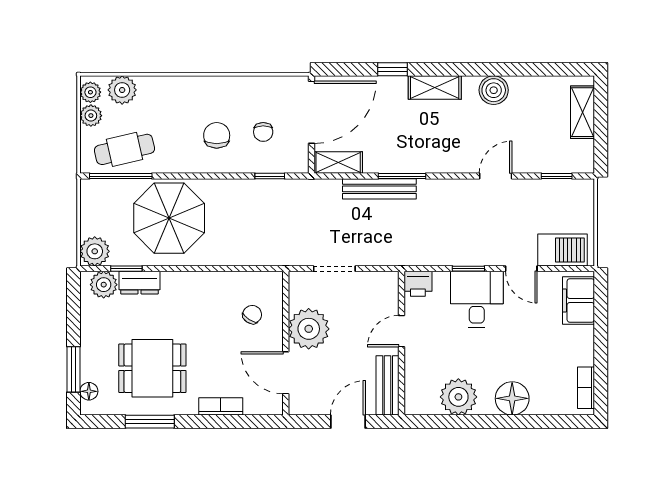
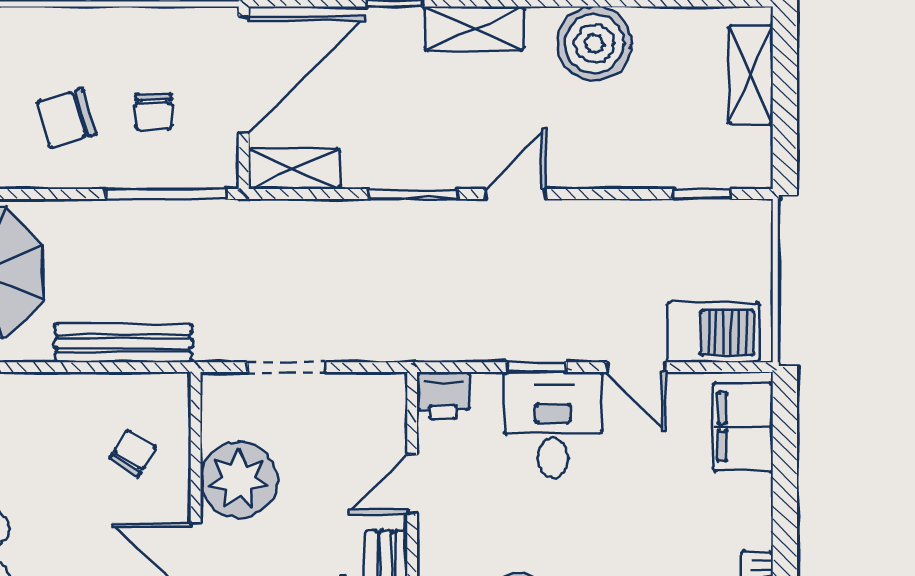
boiler: (494, 90) -> (594, 43), width x1.37, depth x1.37
chair: (217, 135) -> (67, 118), turned -106
window: (270, 176) -> (166, 194), width x2.17
door: (496, 176) -> (516, 194), moved
bench: (379, 189) -> (124, 343), moved

